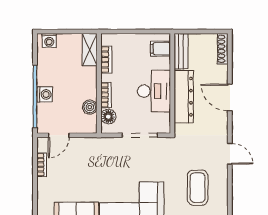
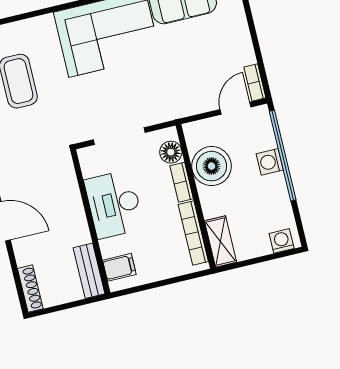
bookcase: (106, 60) -> (193, 233), width x1.56
dresser: (184, 97) -> (70, 207), removed
boiler: (90, 107) -> (212, 166), width x1.86, depth x1.86
bookcase: (42, 165) -> (255, 82), moved

